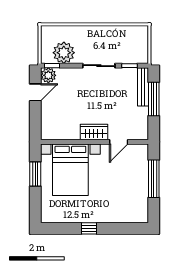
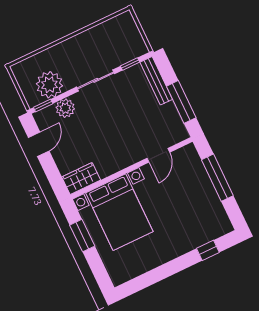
plant: (48, 75) -> (65, 108), moved
window: (154, 99) -> (181, 102), moved
wardrobe: (94, 132) -> (81, 178), moved
window: (89, 228) -> (208, 250), moved

